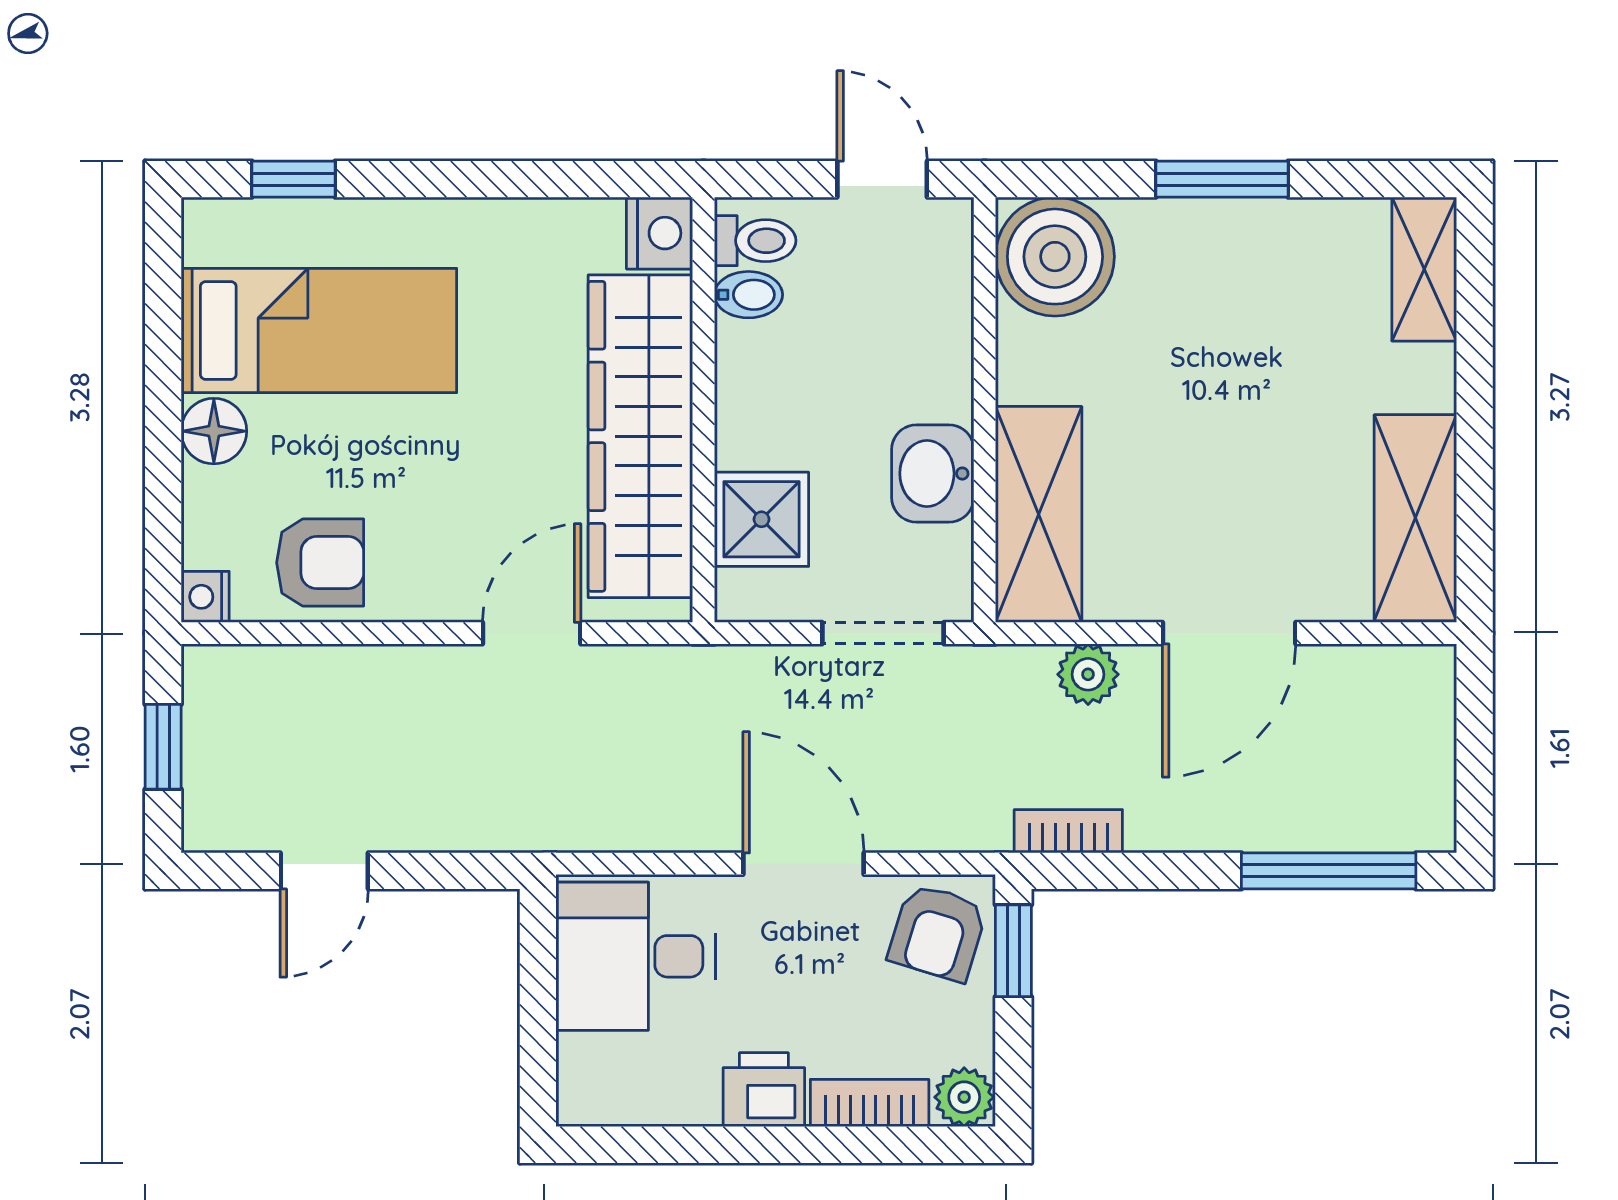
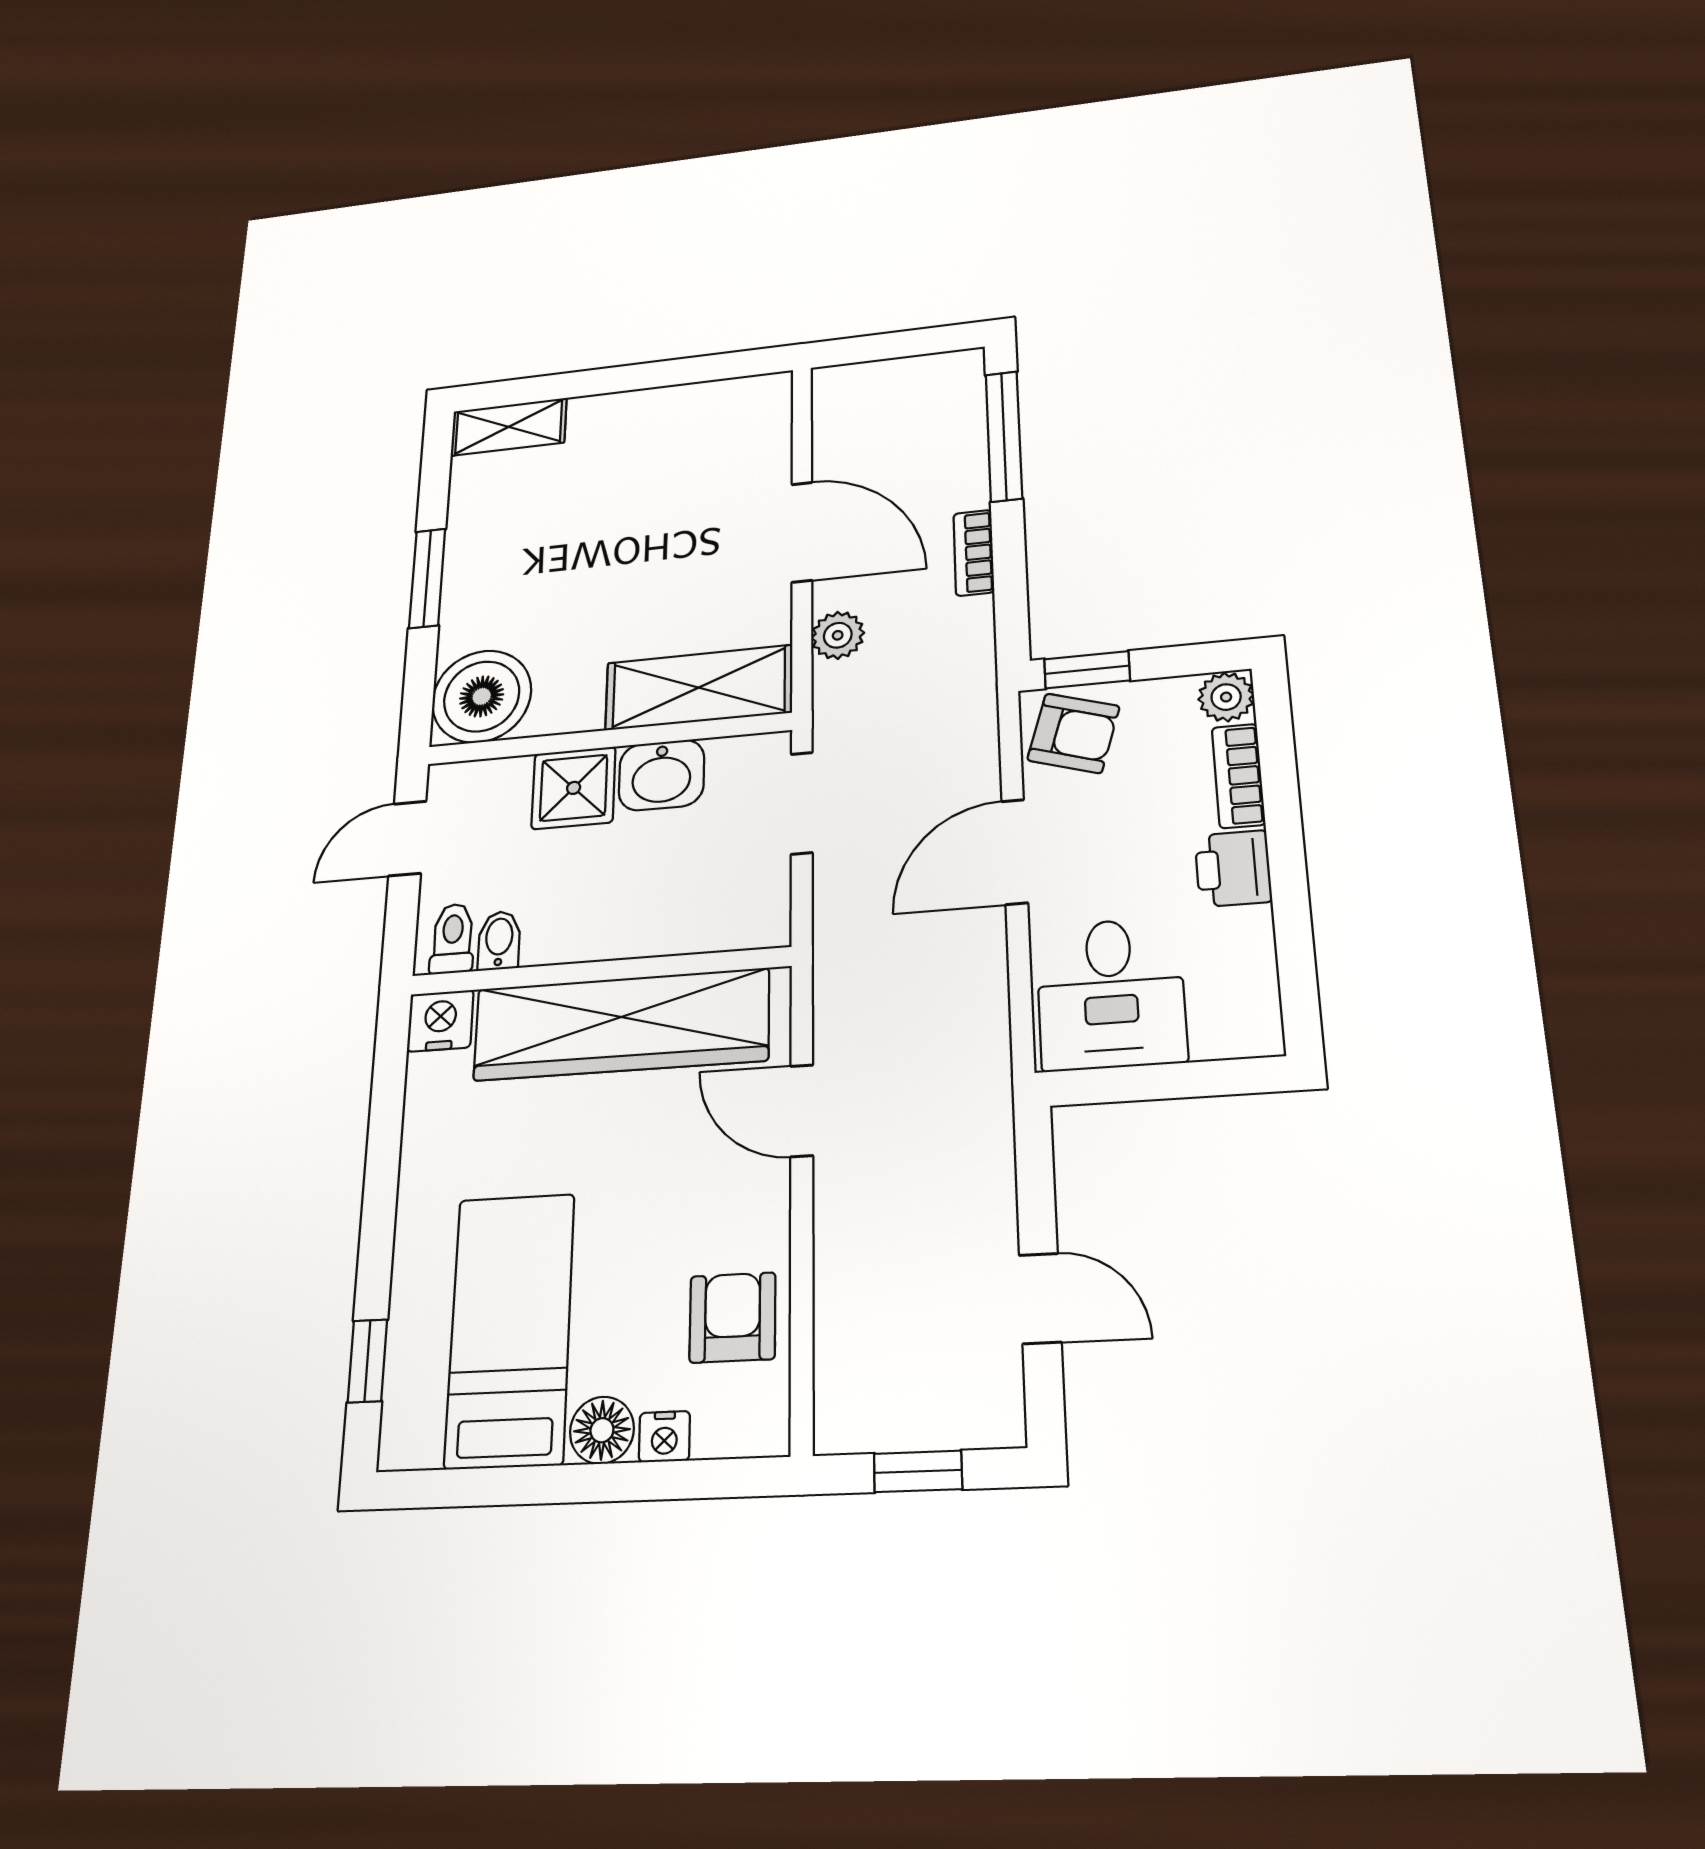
shelving: (1415, 518) -> (707, 409), removed
shower: (761, 519) -> (574, 788), moved
nightstand: (205, 597) -> (664, 1437), moved
bookcase: (1068, 831) -> (974, 553), moved

